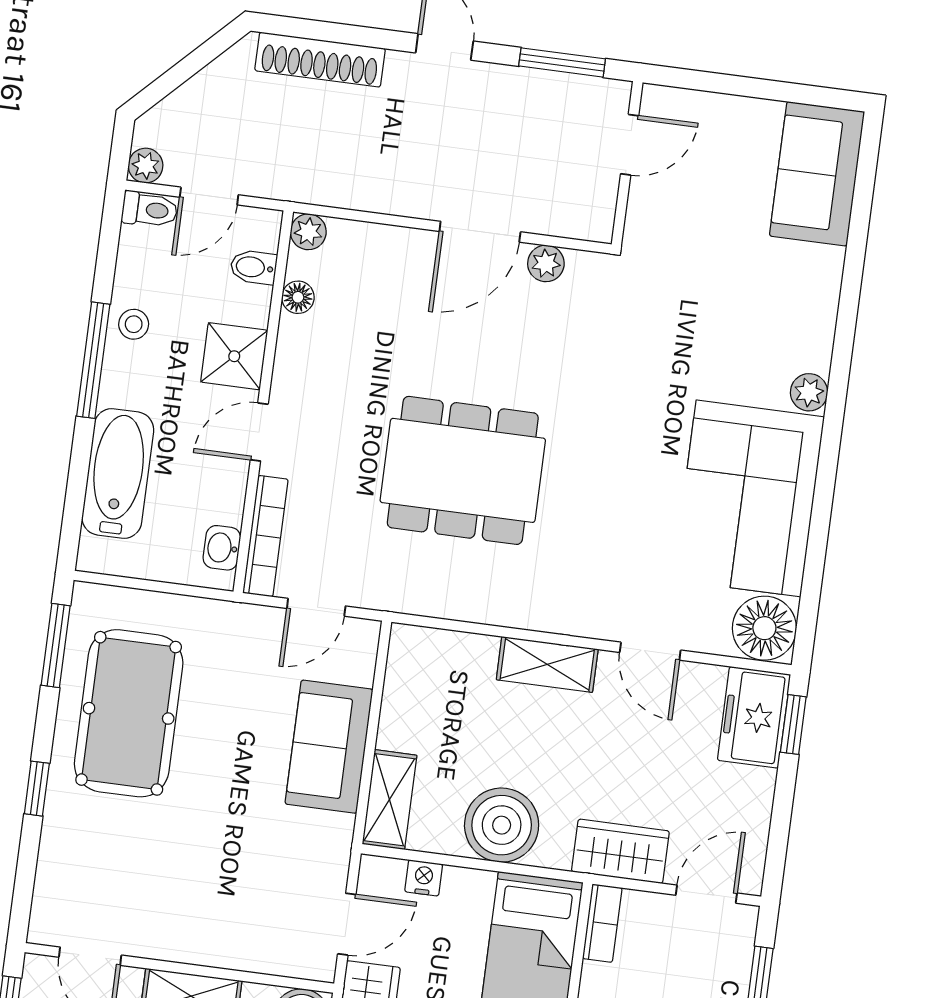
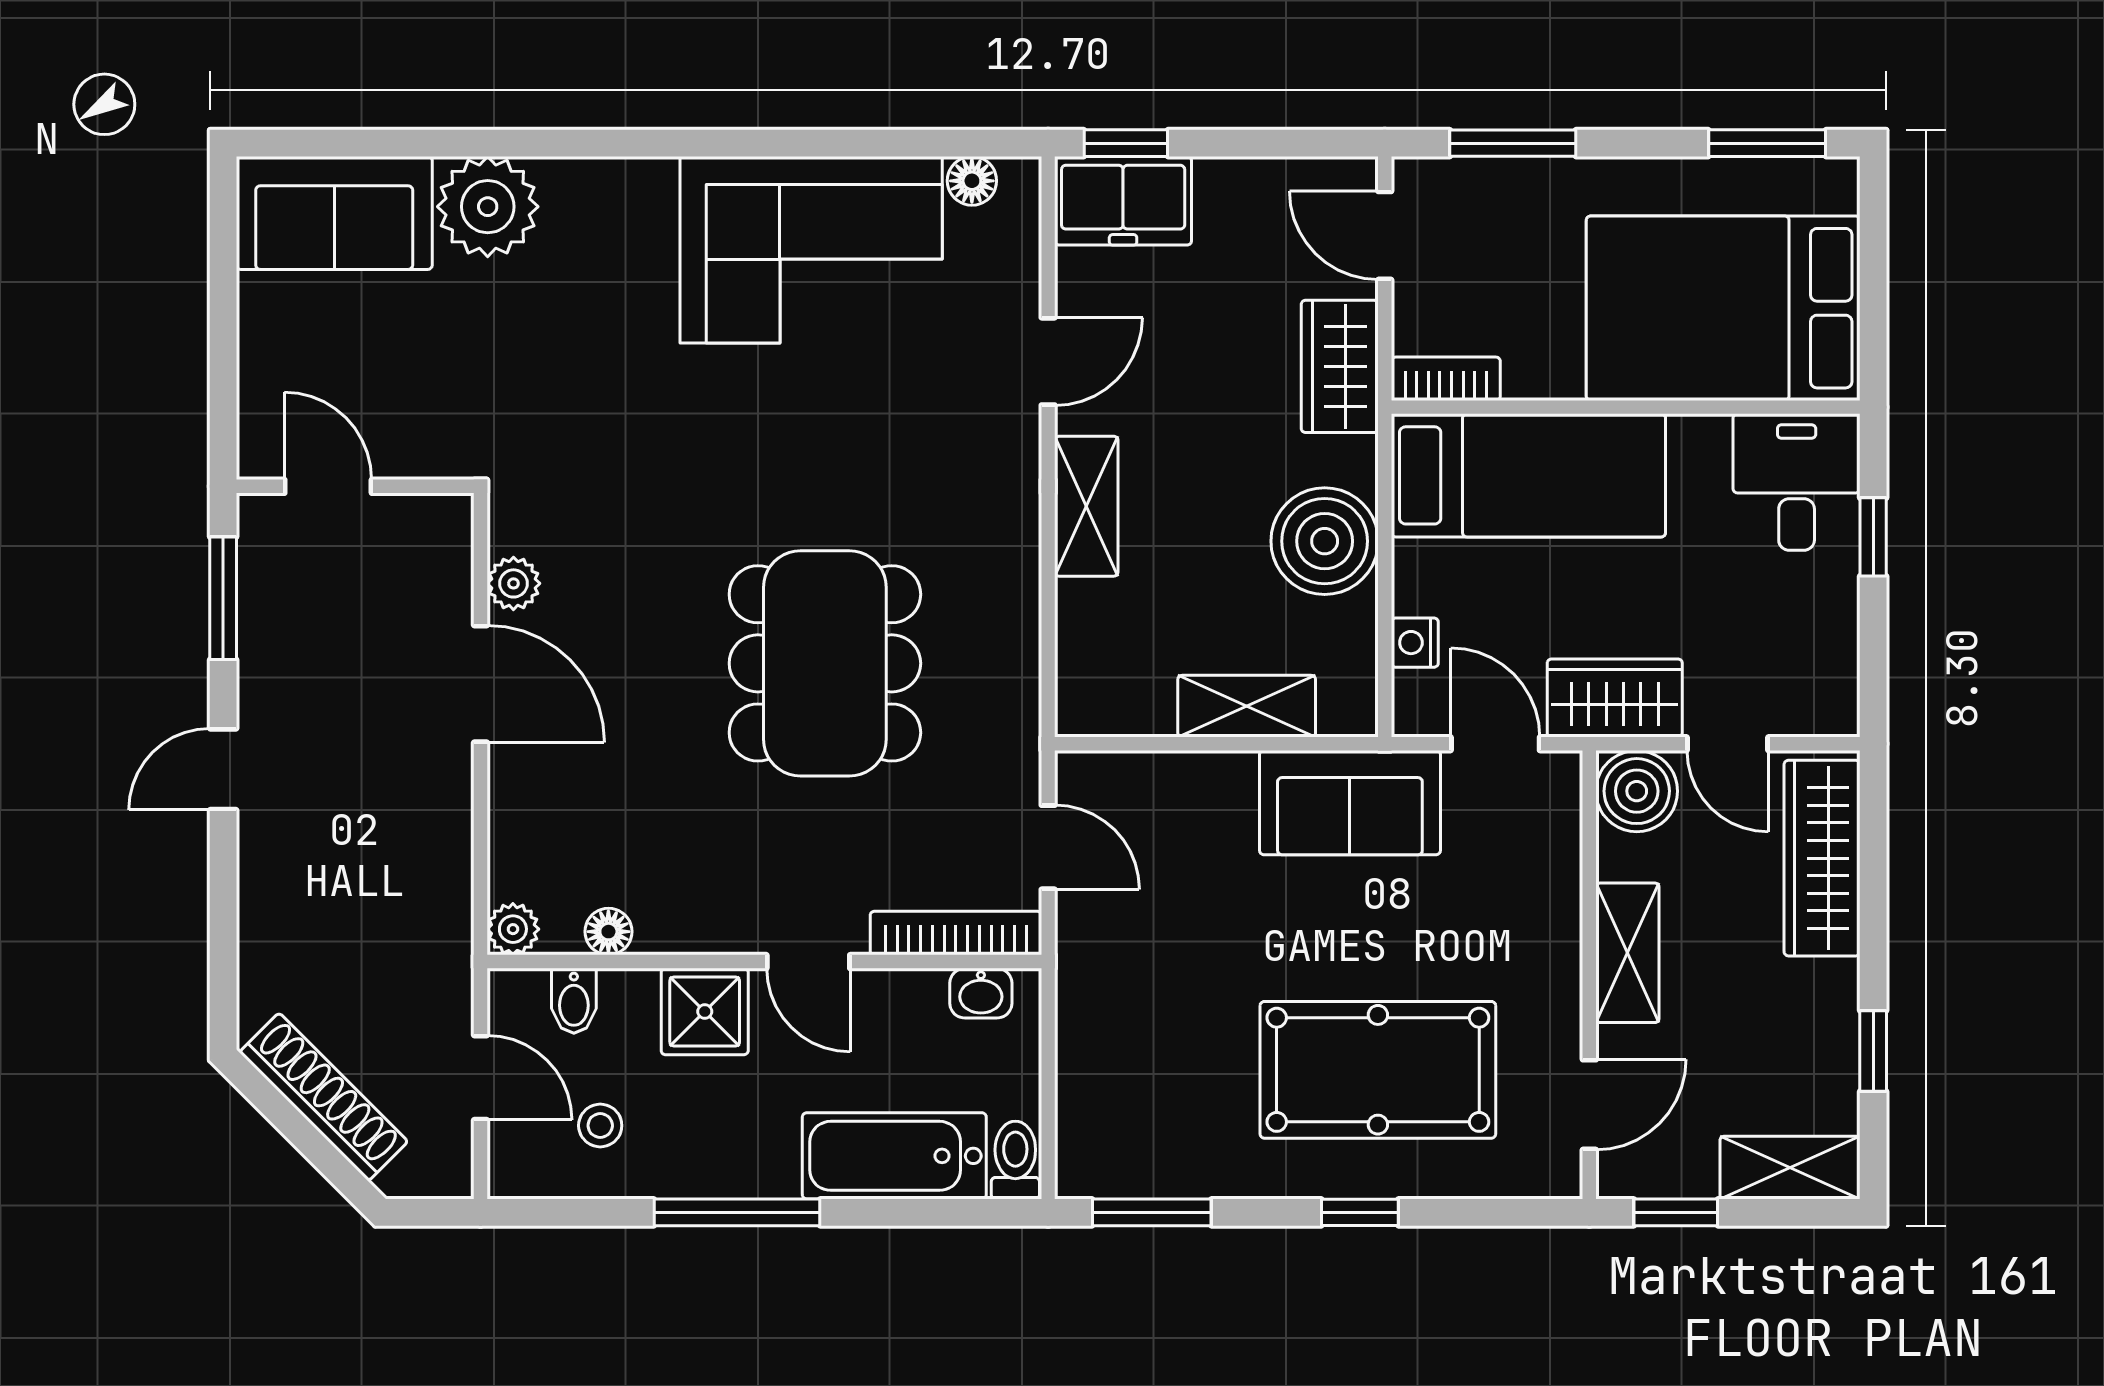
shoe rack: (320, 60) -> (324, 1097), moved, turned -45
plant: (146, 166) -> (449, 1174), removed
toilet: (150, 210) -> (1015, 1160), moved
stool: (134, 324) -> (600, 1126), moved
plant: (809, 392) -> (488, 207), moved, width x1.88, depth x1.88
floor lamp: (764, 628) -> (972, 181), width x0.53, depth x0.53
pool table: (129, 713) -> (1378, 1070), moved
sofa: (329, 747) -> (1350, 803), moved
shelving: (389, 800) -> (1247, 706), moved

